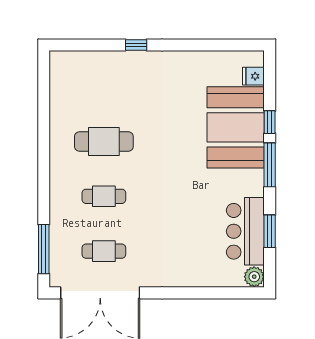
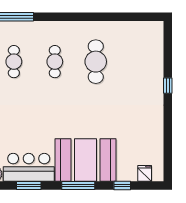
window: (270, 122) -> (122, 185), moved
booth: (236, 127) -> (86, 160), moved

